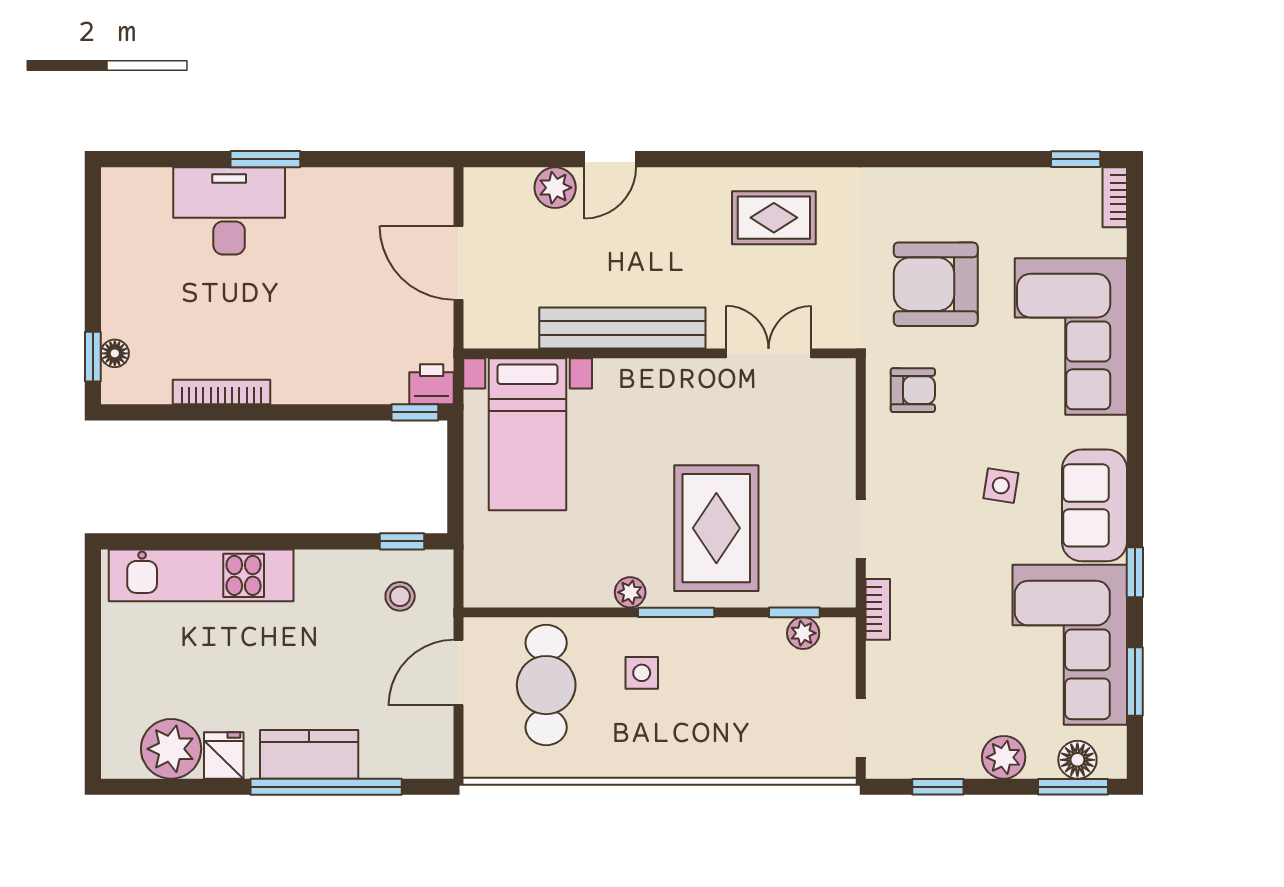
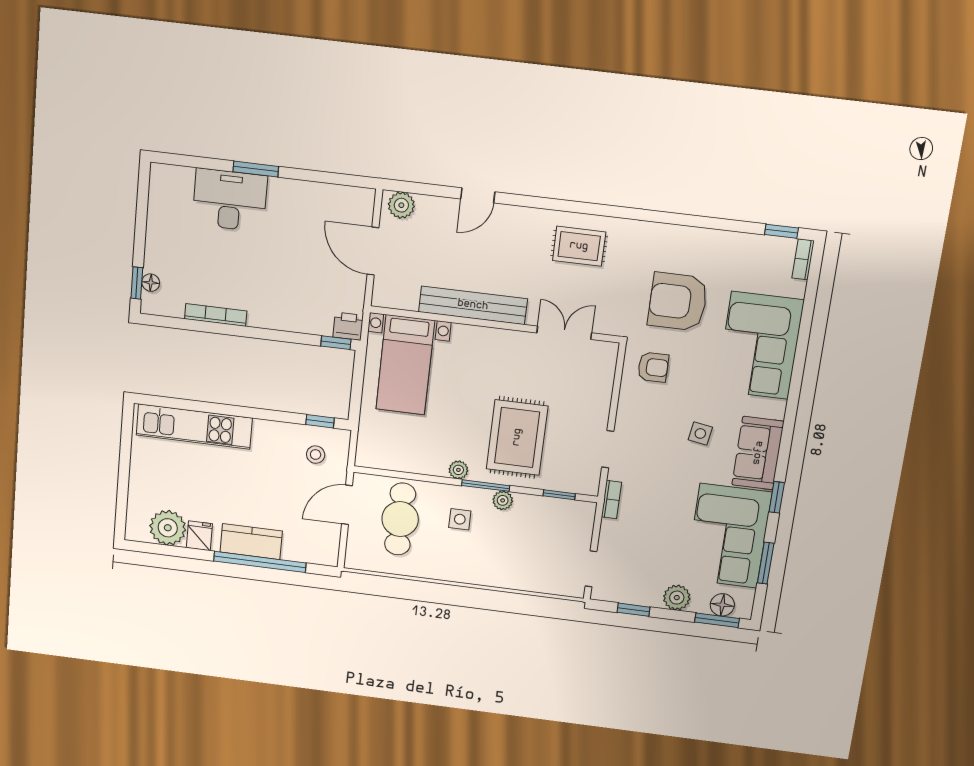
plant: (555, 188) -> (401, 205), moved
plant: (803, 633) -> (503, 500), moved

